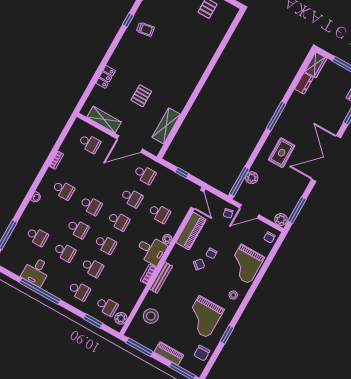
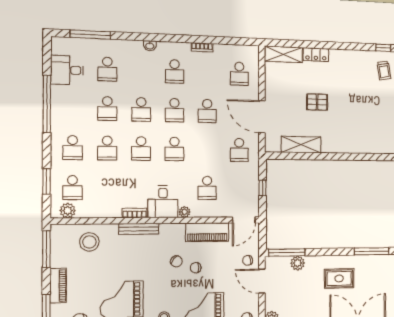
shelving: (104, 120) -> (283, 54), moved, turned 90
school desk: (132, 198) -> (207, 111), moved
desk: (36, 272) -> (67, 70), moved

